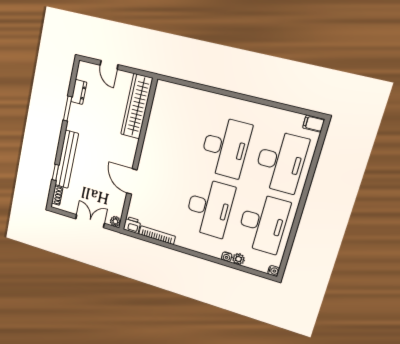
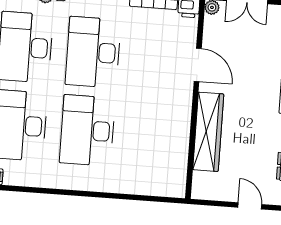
wardrobe: (137, 106) -> (208, 132), moved

